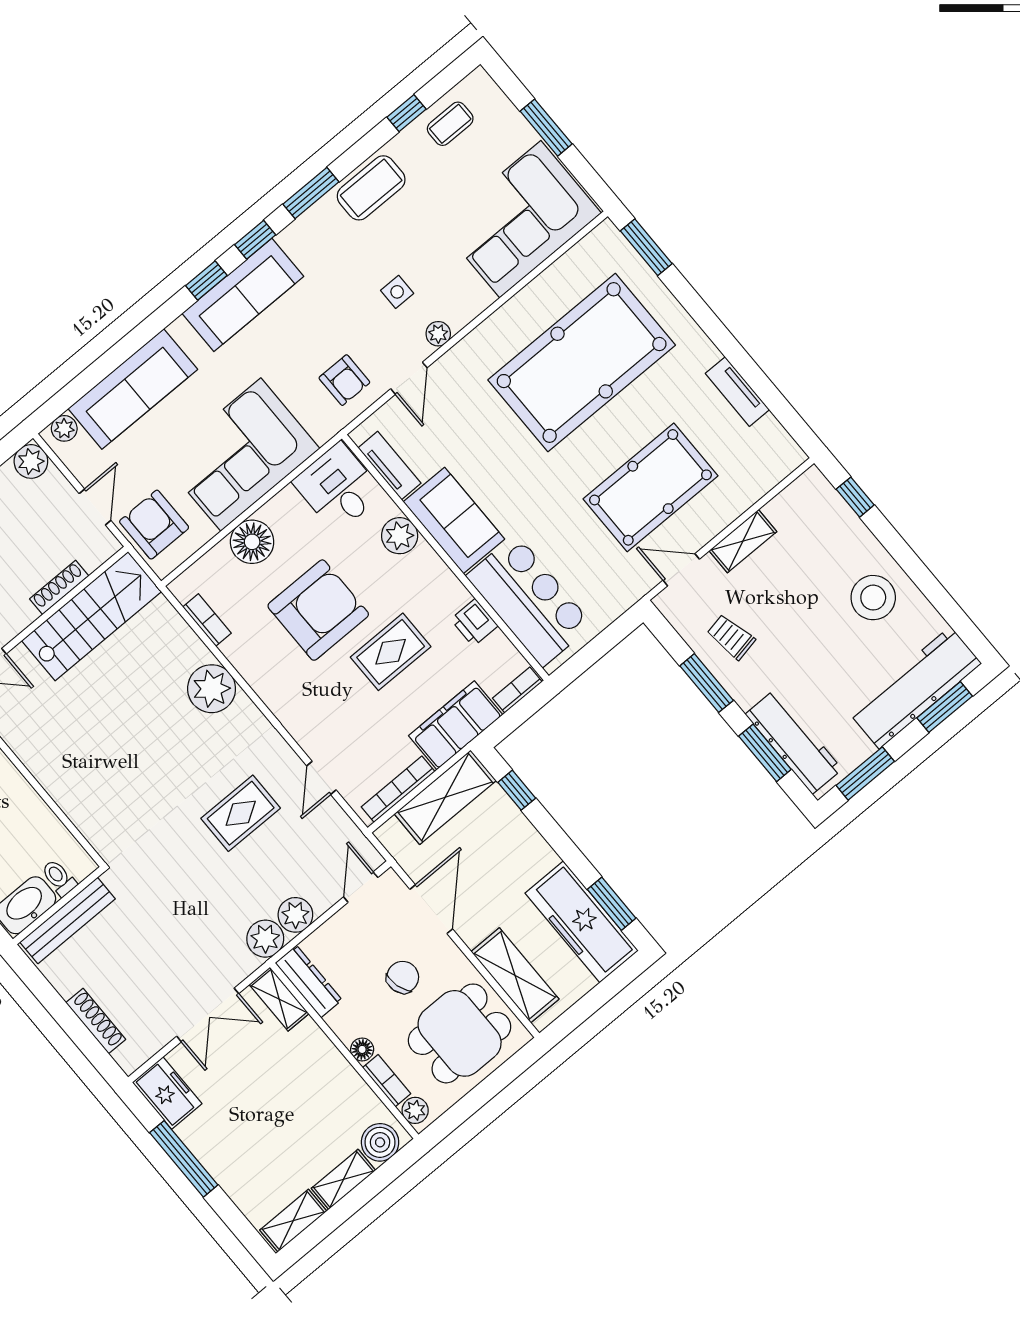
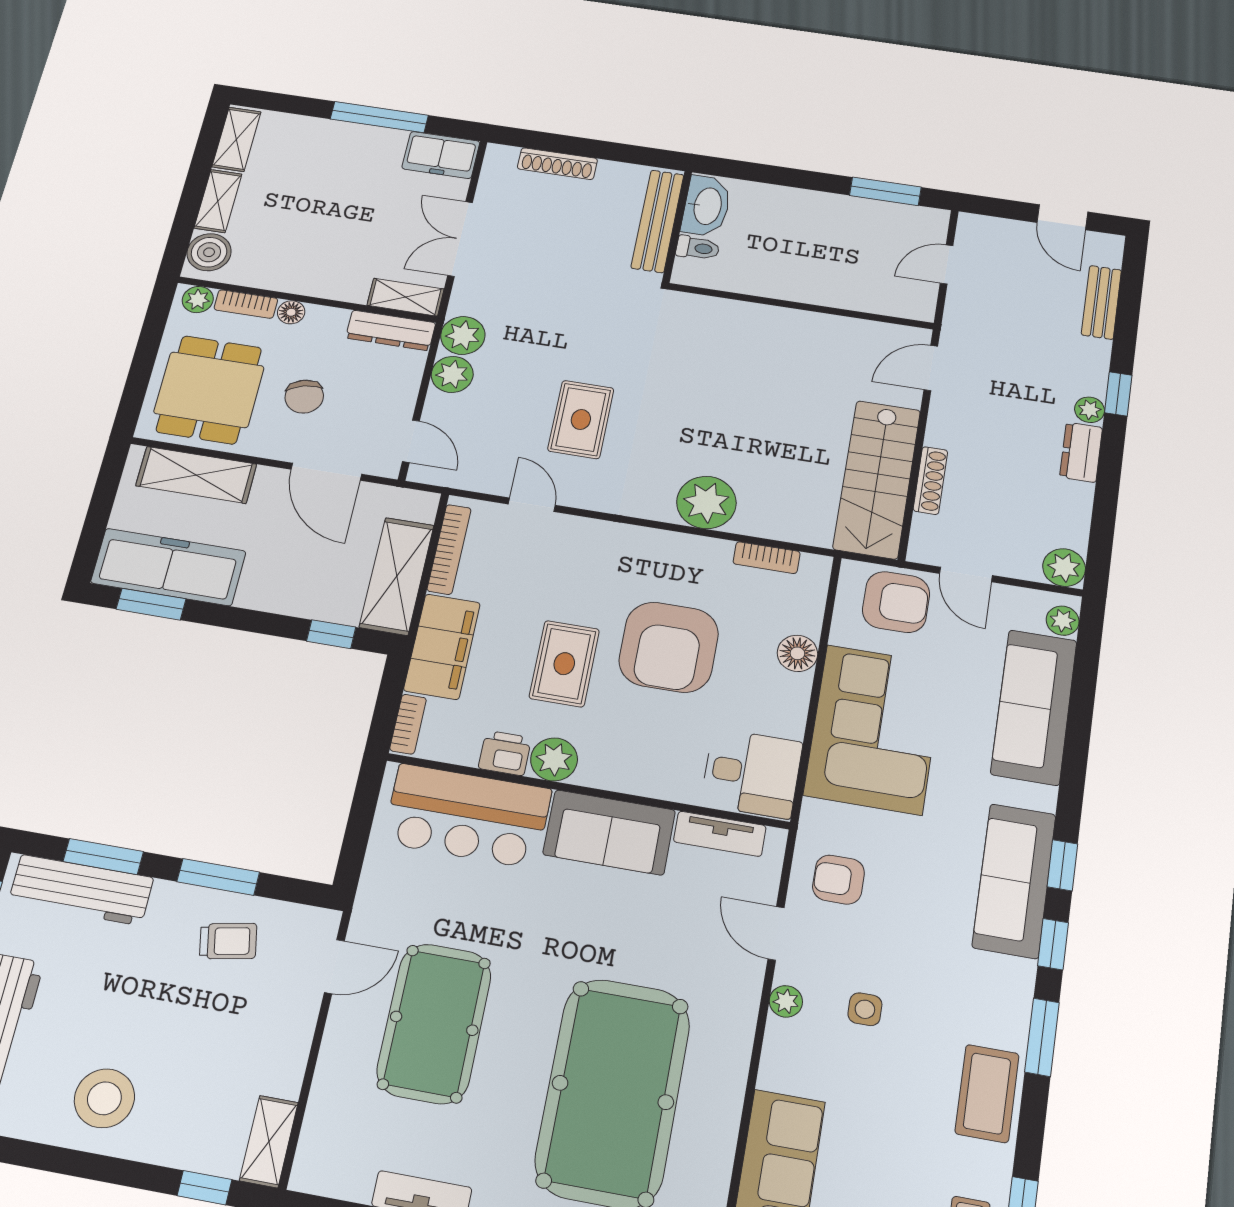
plant: (400, 536) -> (554, 759), moved
shelving: (743, 541) -> (269, 1141), moved
floor lamp: (252, 542) -> (797, 653), width x0.73, depth x0.73

